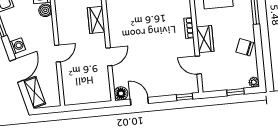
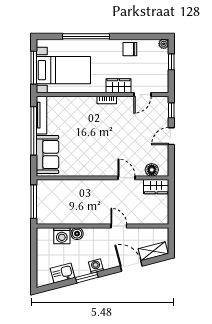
wardrobe: (96, 20) -> (156, 187), moved
washing machine: (17, 46) -> (96, 266), moved
chair: (245, 47) -> (130, 49), turned 68
floor lamp: (121, 93) -> (152, 170), moved
door: (139, 101) -> (171, 136), moved

